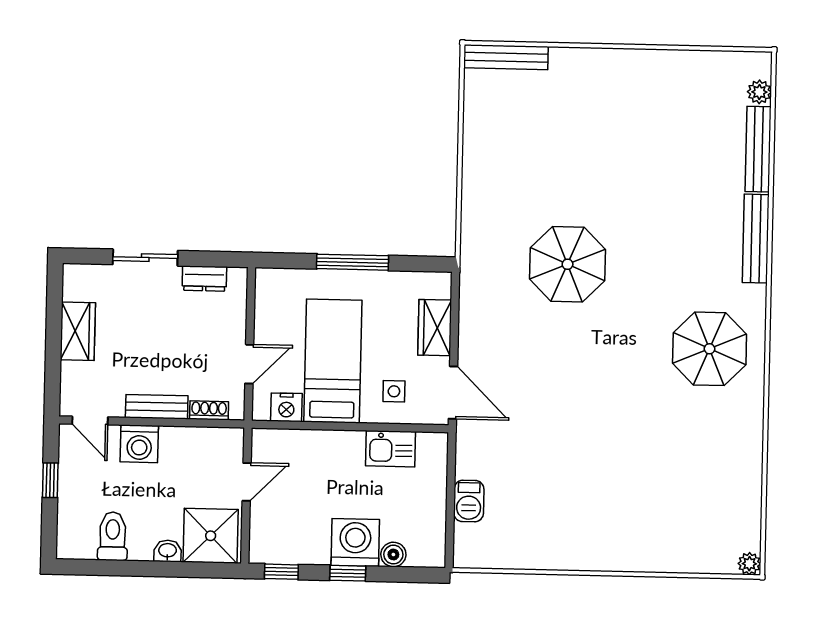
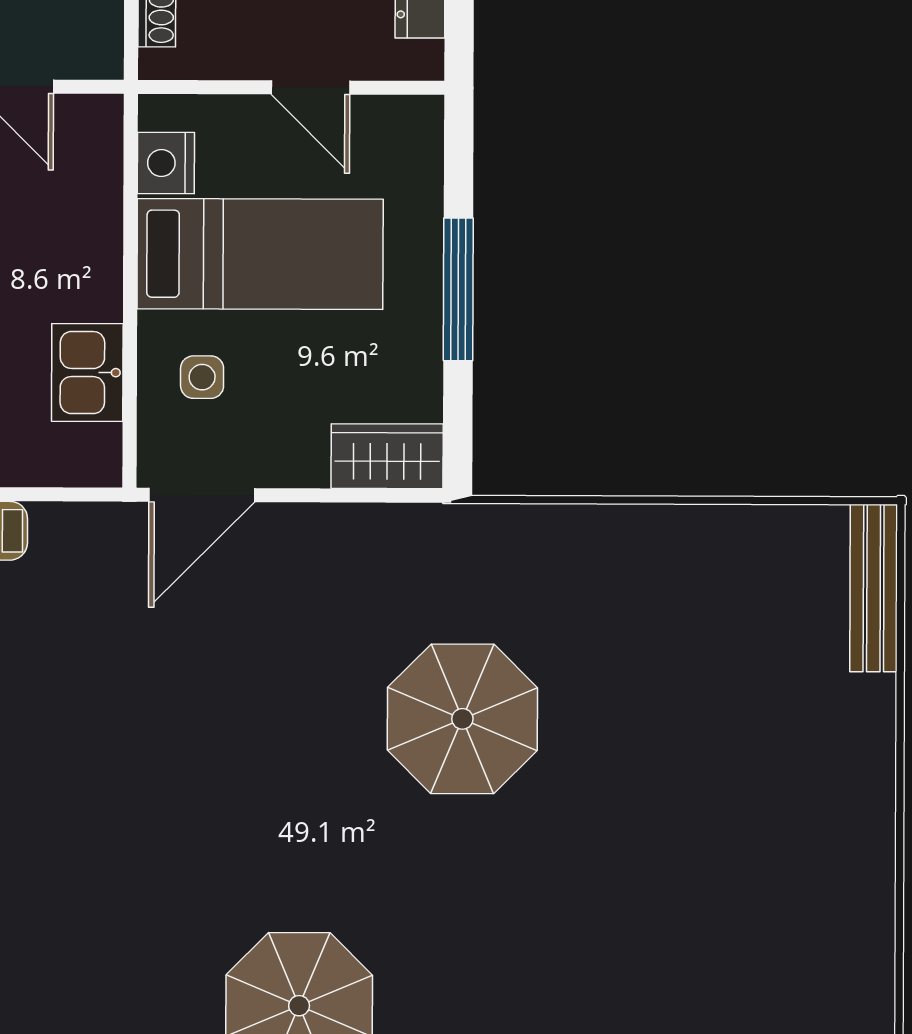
wardrobe: (435, 328) -> (387, 456), moved
door: (249, 364) -> (311, 87), moved

